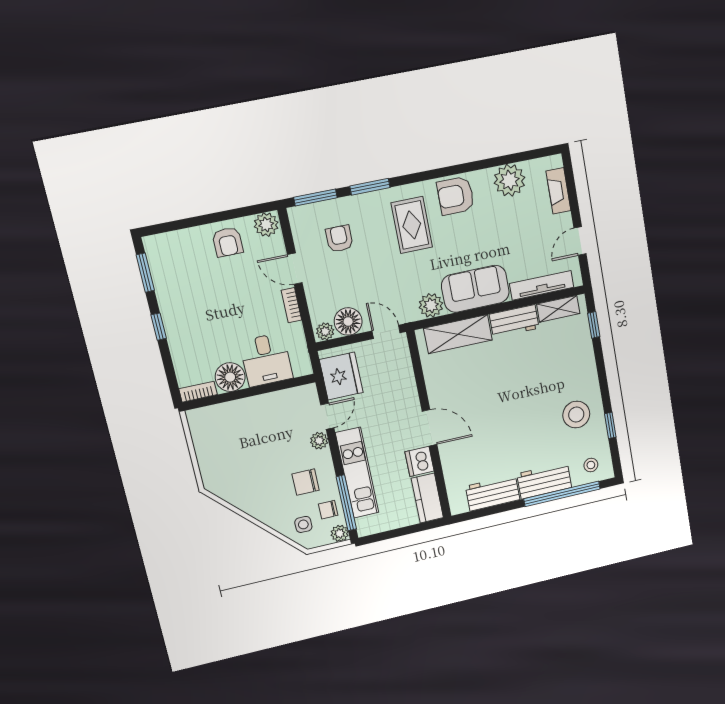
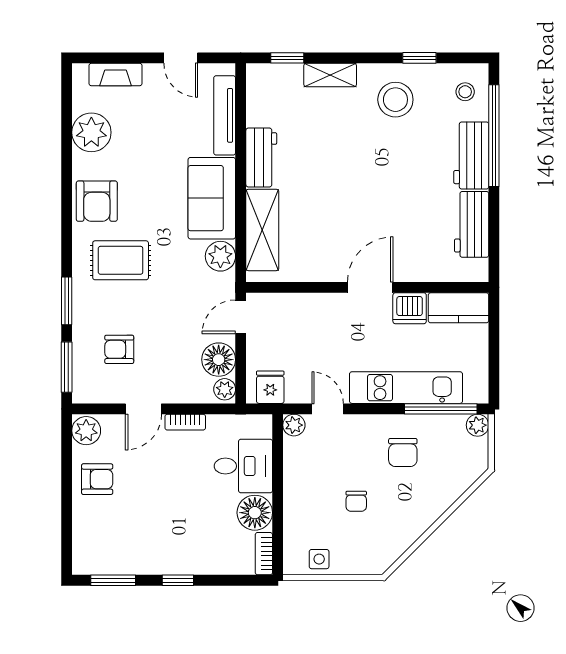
shelving: (558, 309) -> (330, 75), moved, turned 90
fridge: (341, 376) -> (270, 387), width x0.53, depth x0.75
plant: (319, 441) -> (294, 425), moved
chair: (328, 510) -> (356, 501), moved
side table: (303, 524) -> (319, 559), moved

